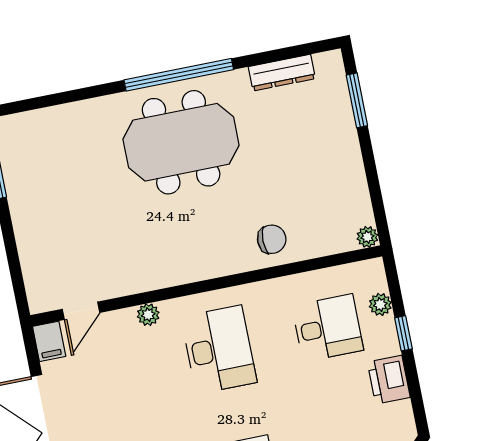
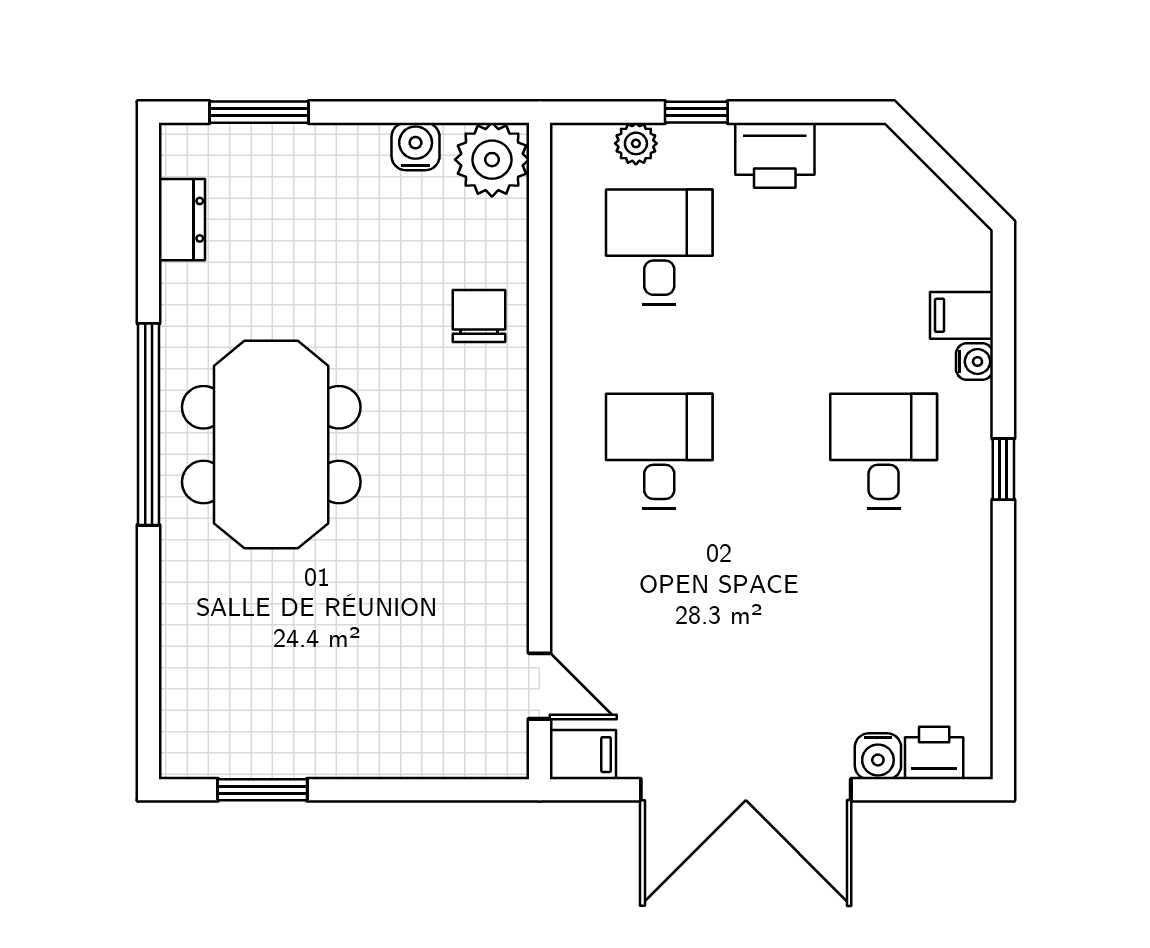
dresser: (282, 73) -> (182, 220), width x0.70
water cooler: (355, 187) -> (416, 146), added
plant: (367, 237) -> (492, 160), width x1.87, depth x1.87
plant: (148, 315) -> (571, 566), removed
desk: (219, 350) -> (659, 451), width x0.73

